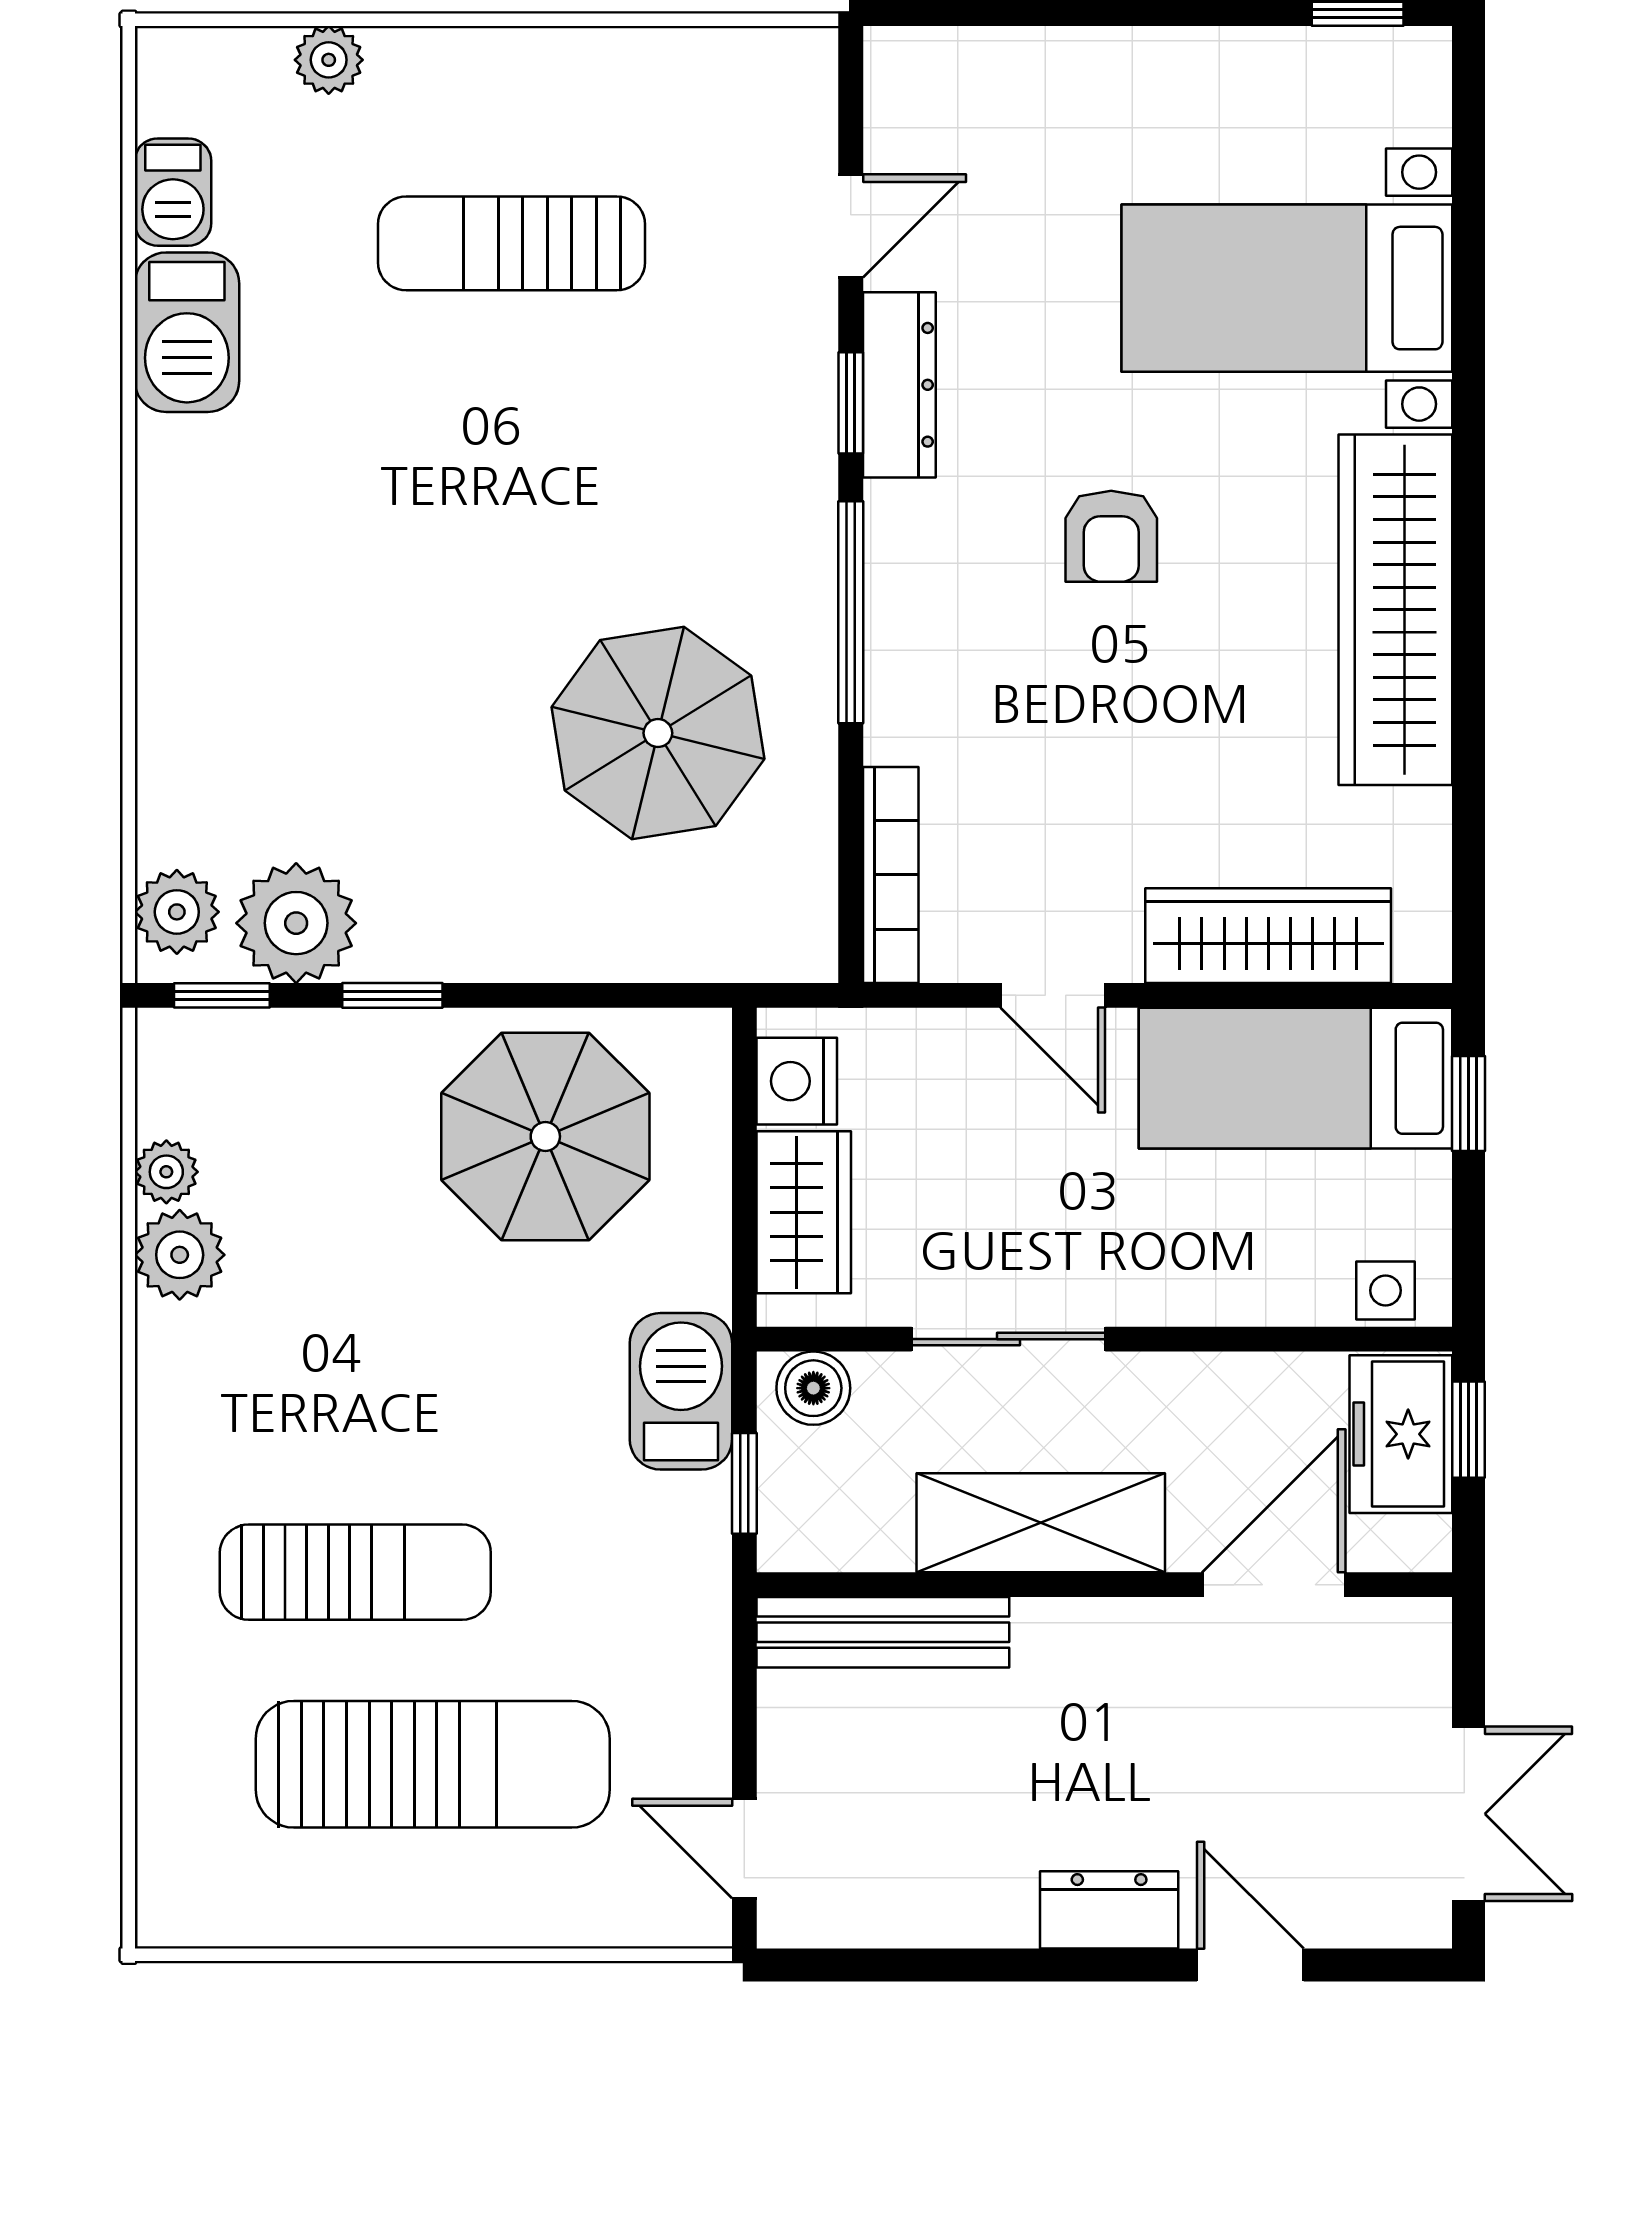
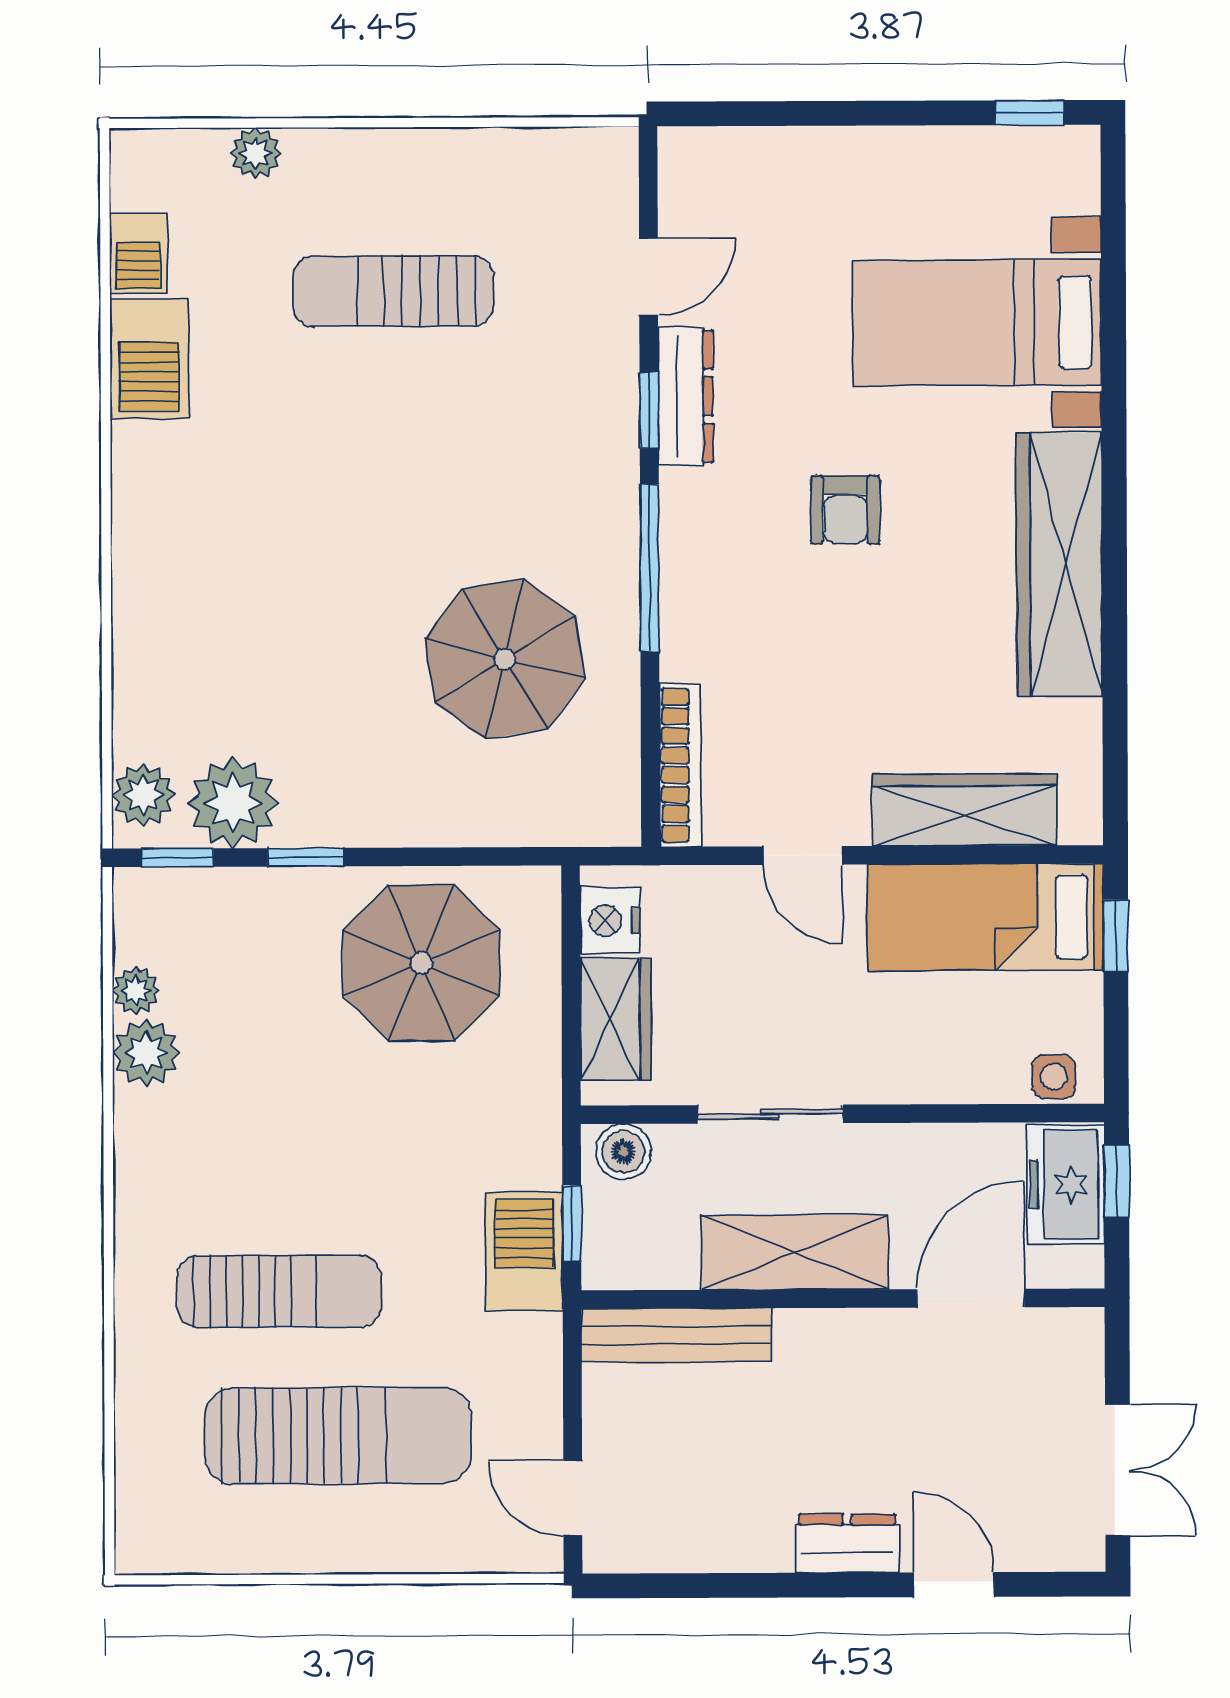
barbecue: (681, 1391) -> (524, 1251), moved

